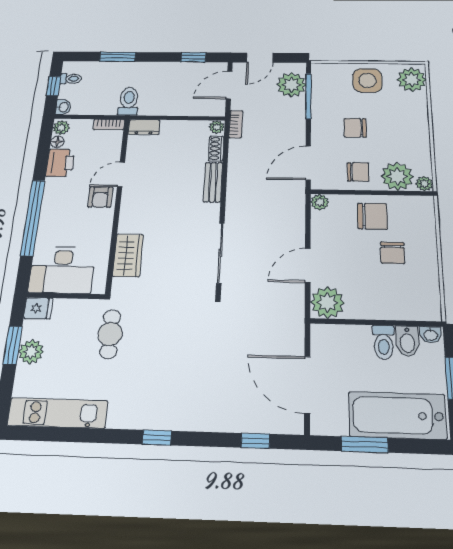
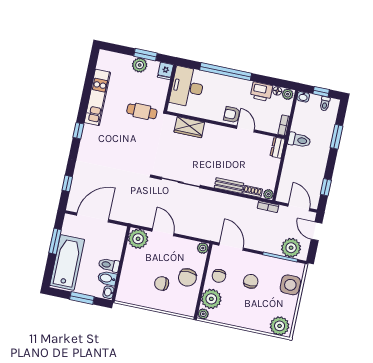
side table: (367, 81) -> (290, 285), moved
kitchen unit: (58, 413) -> (97, 97), moved

